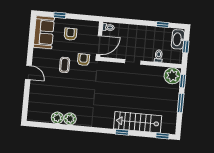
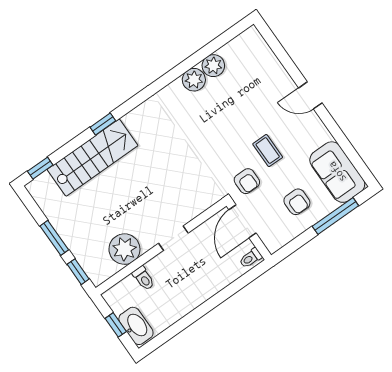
window: (60, 15) -> (335, 216), width x2.17
window: (163, 25) -> (176, 328), removed
plant: (172, 76) -> (124, 249), moved

